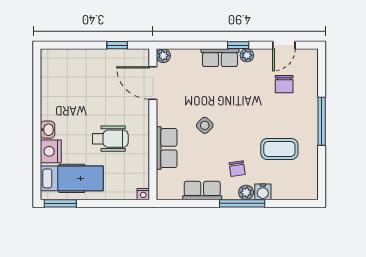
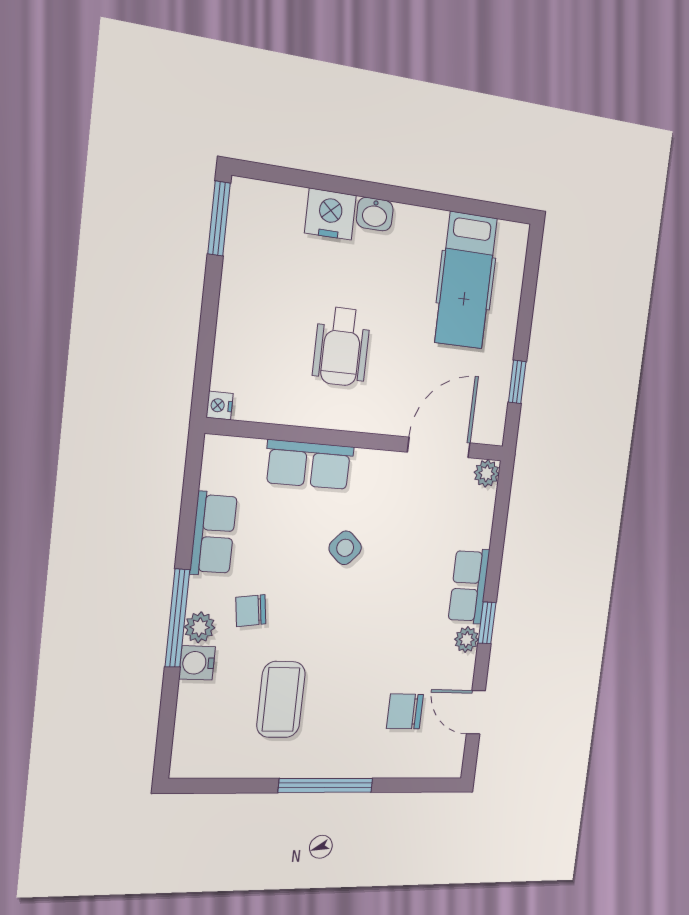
hospital bed: (72, 178) -> (466, 280), moved

